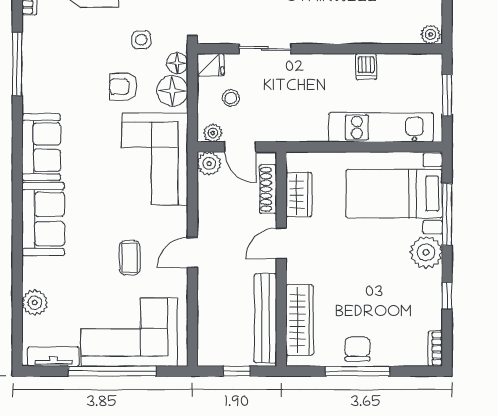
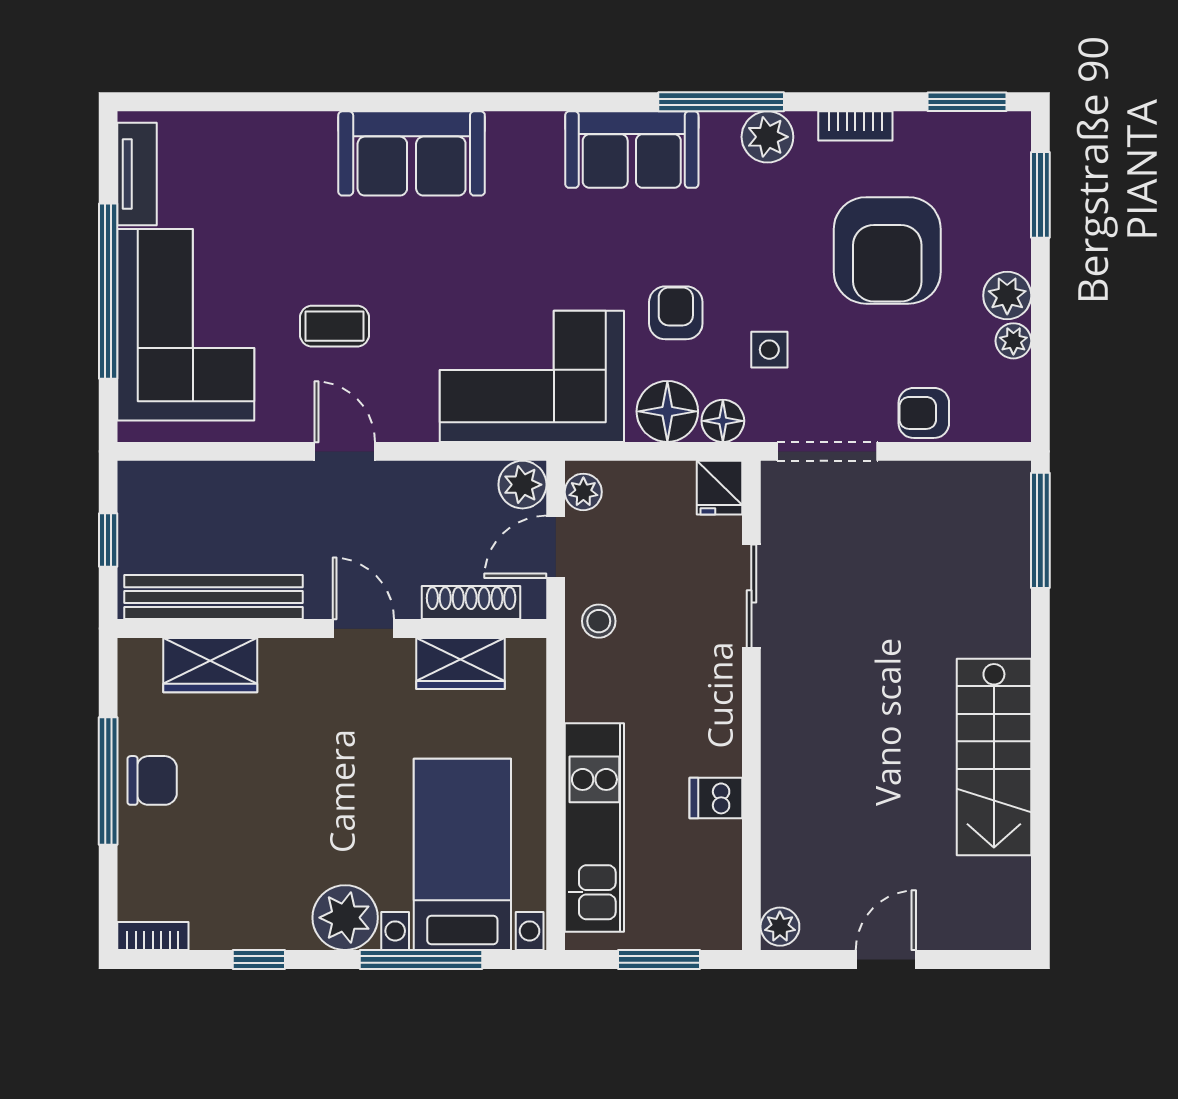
stool: (231, 98) -> (599, 621), moved
sofa: (41, 147) -> (632, 150), moved
plant: (35, 303) -> (767, 137), moved
wardrobe: (300, 320) -> (210, 665), width x0.67

